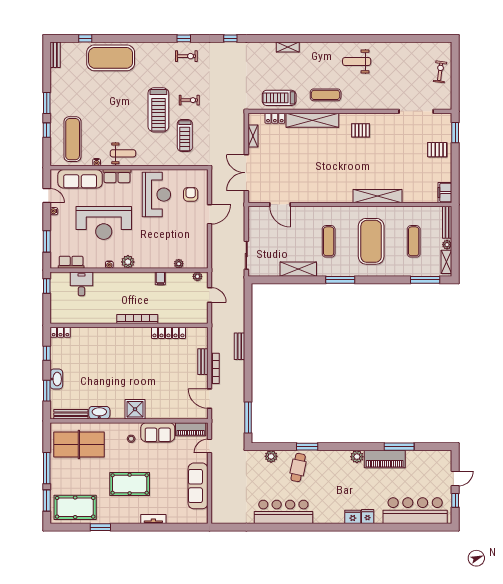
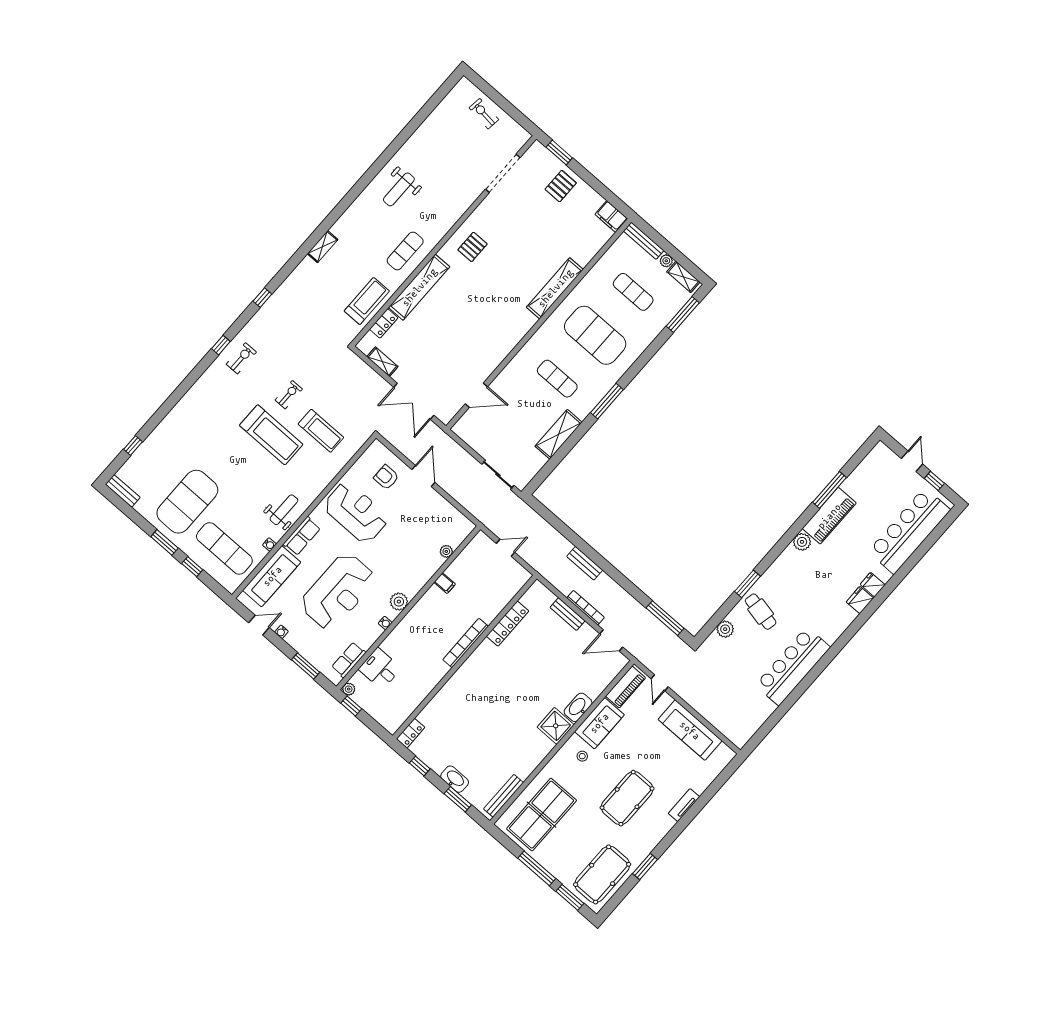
exercise mat: (111, 58) -> (187, 502), moved
treadmill: (279, 98) -> (367, 301), turned 180
plant: (197, 276) -> (349, 689), moved
washbasin: (99, 413) -> (578, 707), moved

